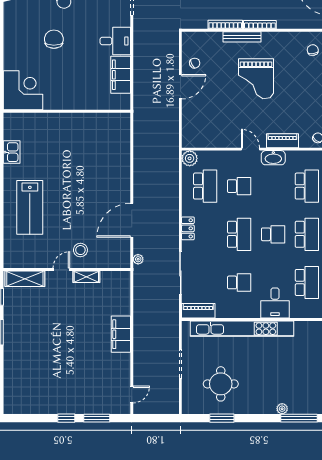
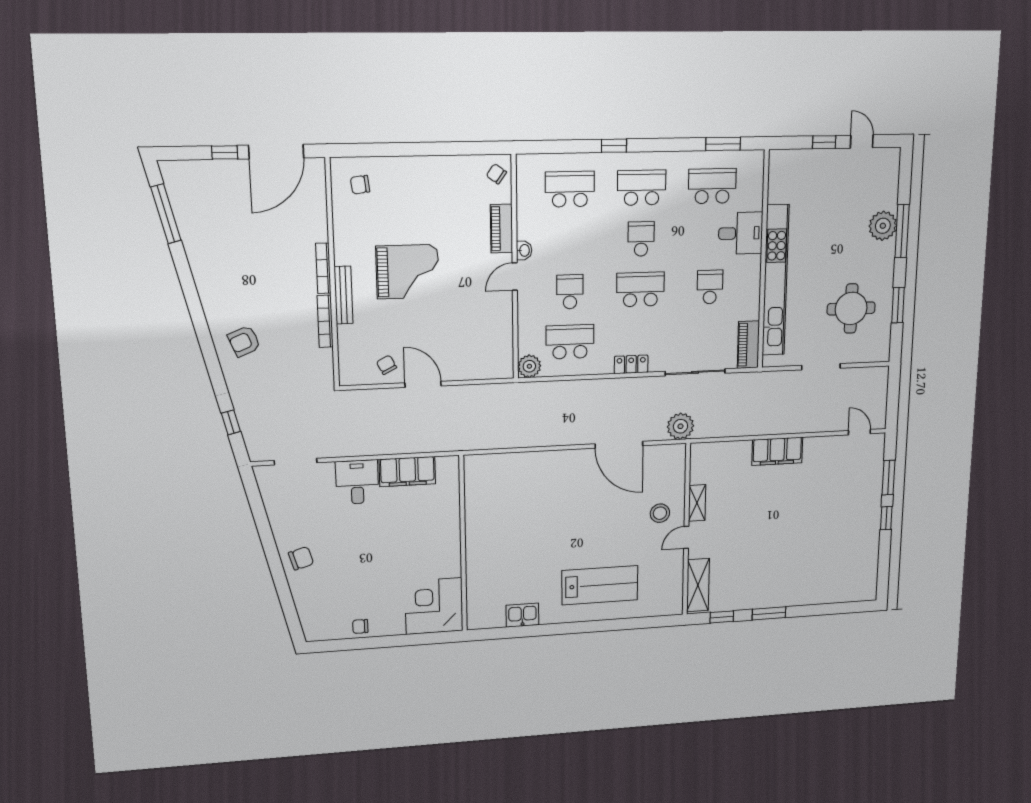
chair: (54, 39) -> (360, 626), moved, width x0.54, depth x0.54
washbasin: (273, 158) -> (524, 250), width x0.52, depth x0.69
plant: (138, 259) -> (680, 426), width x1.88, depth x1.88
door: (61, 269) -> (686, 537), hinge flipped
plant: (282, 409) -> (883, 226), width x1.87, depth x1.87
window: (299, 418) -> (902, 231), moved

